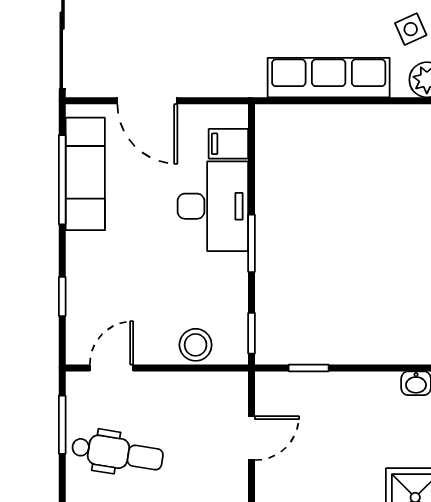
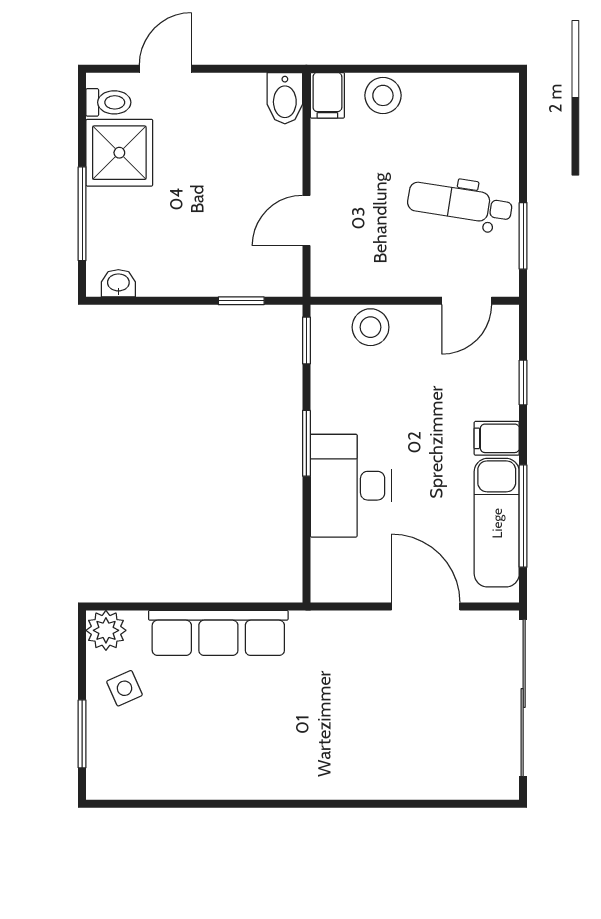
filing cabinet: (228, 144) -> (497, 438), moved, turned 180

